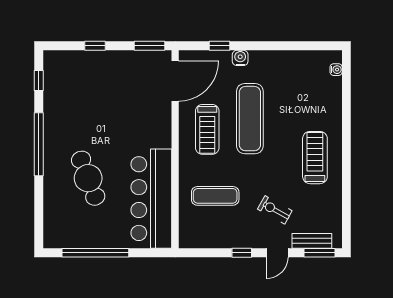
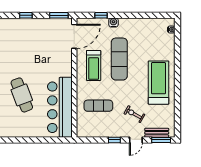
treadmill: (315, 158) -> (159, 83), width x1.37, depth x1.38
window: (95, 253) -> (26, 140), removed

